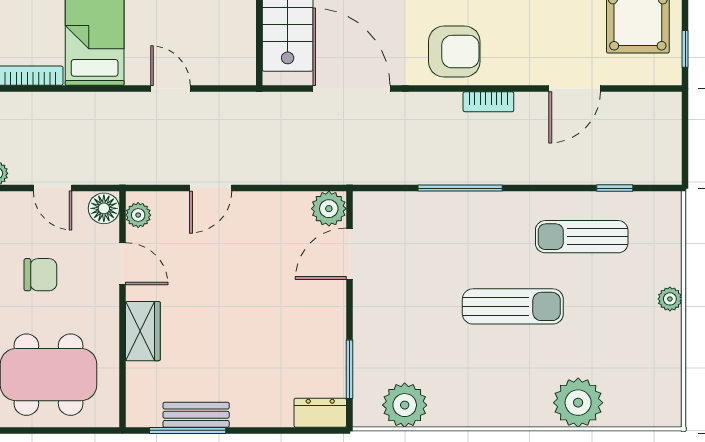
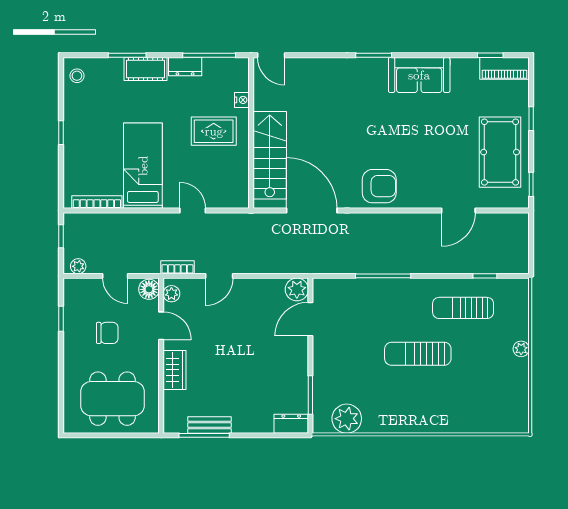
bookcase: (488, 102) -> (177, 267), moved, turned 180
sun lounger: (513, 306) -> (418, 354), turned 180
plant: (578, 403) -> (461, 417), removed

